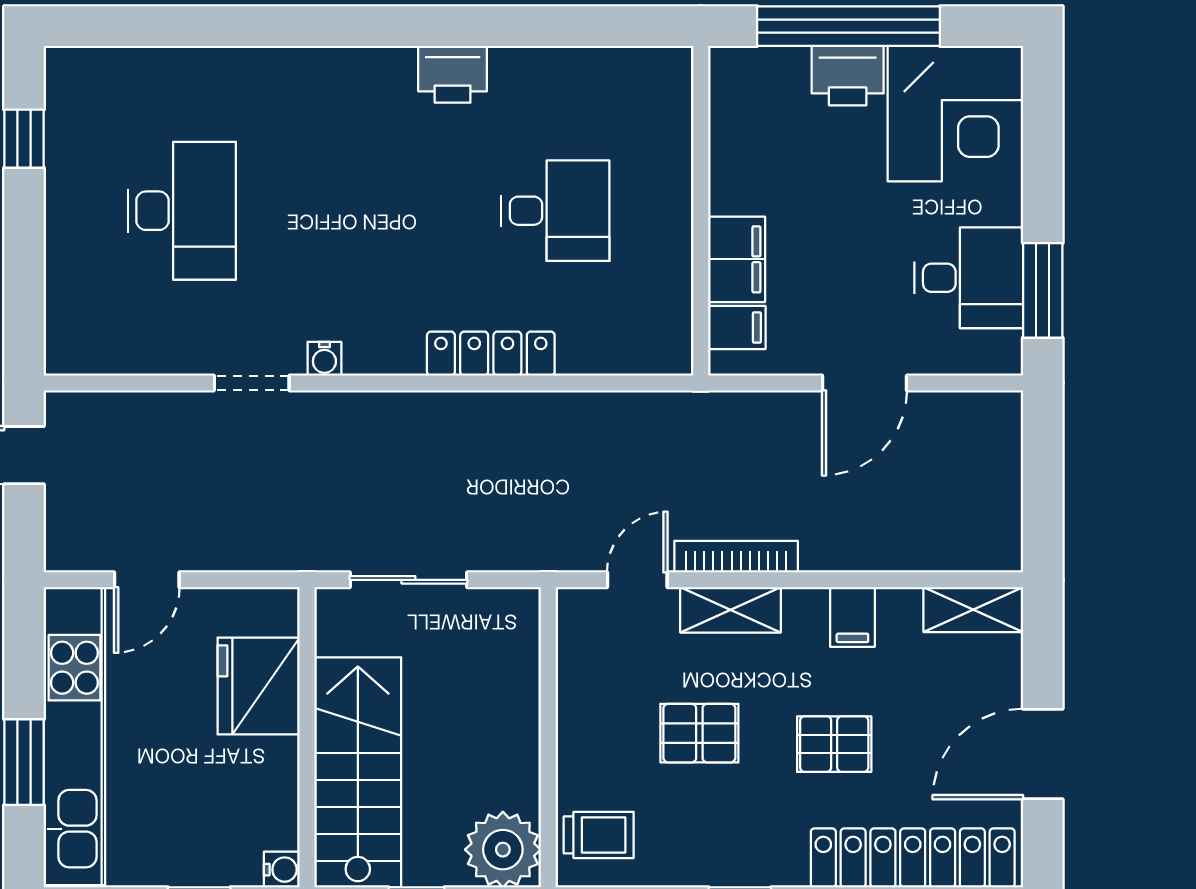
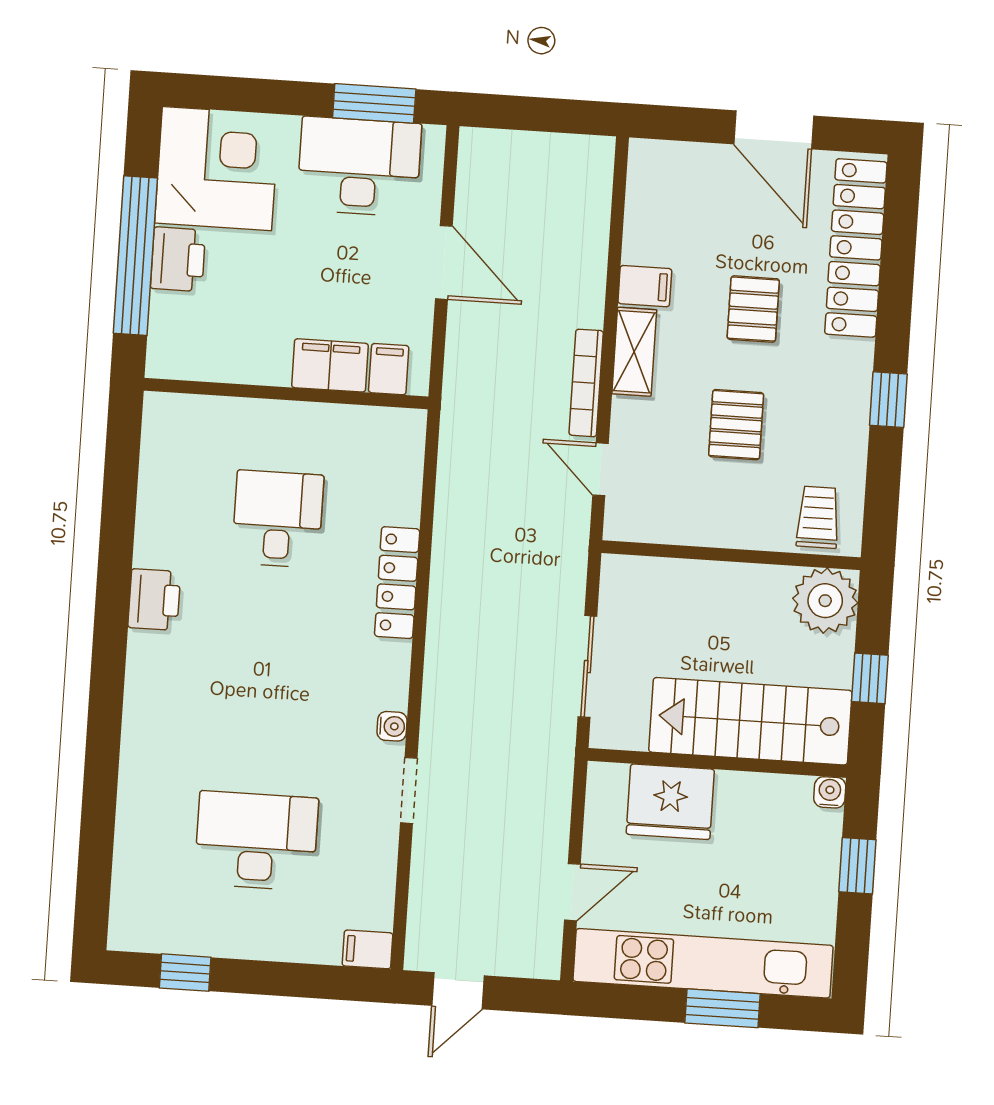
desk: (969, 278) -> (359, 167), width x1.37
filing cabinet: (65, 348) -> (368, 949), added
door: (147, 580) -> (572, 892), hinge flipped
shelving: (731, 610) -> (634, 352), moved
shelving: (973, 610) -> (645, 182), removed

